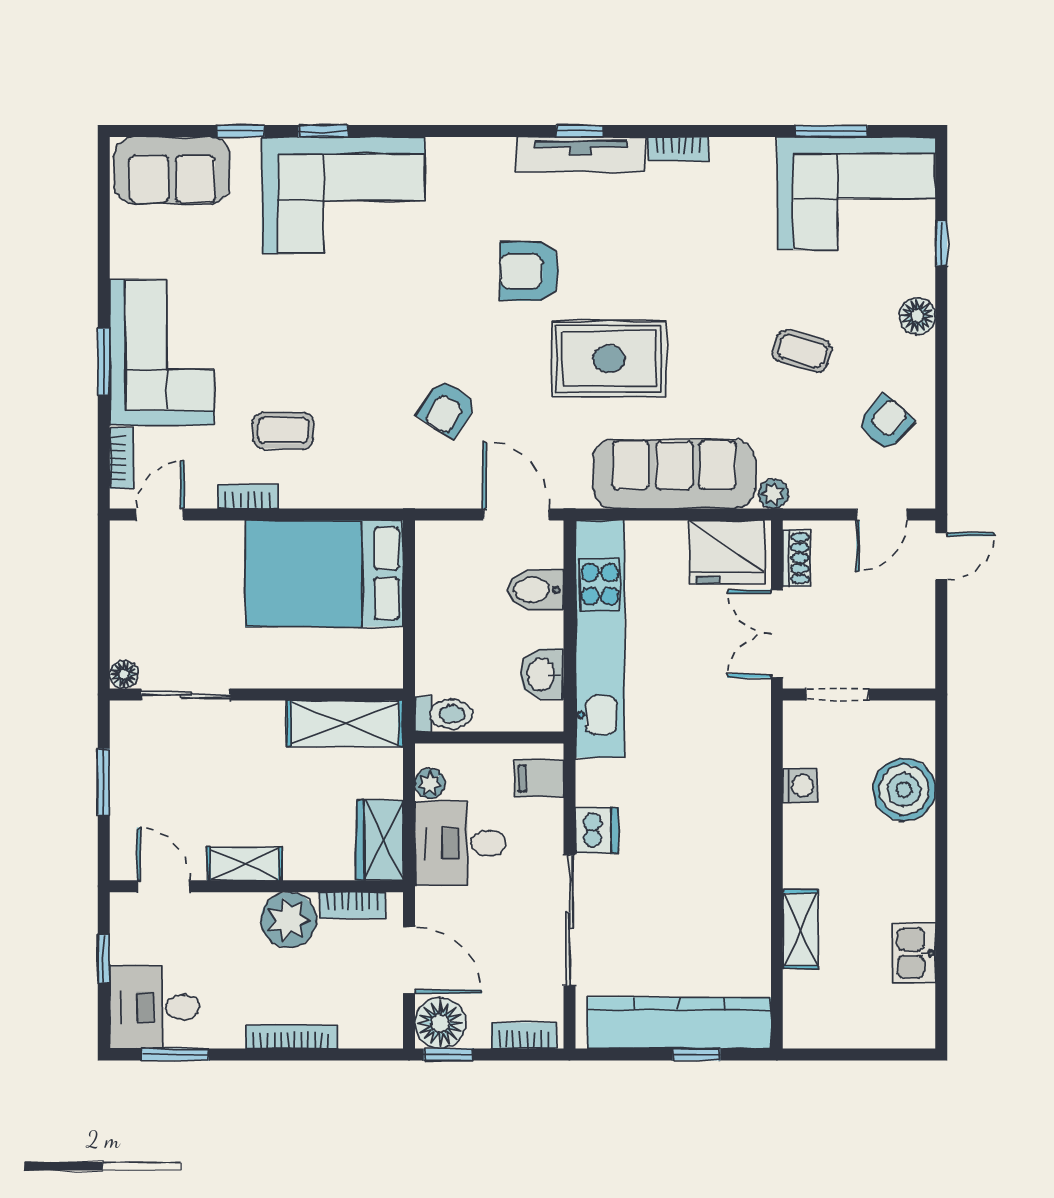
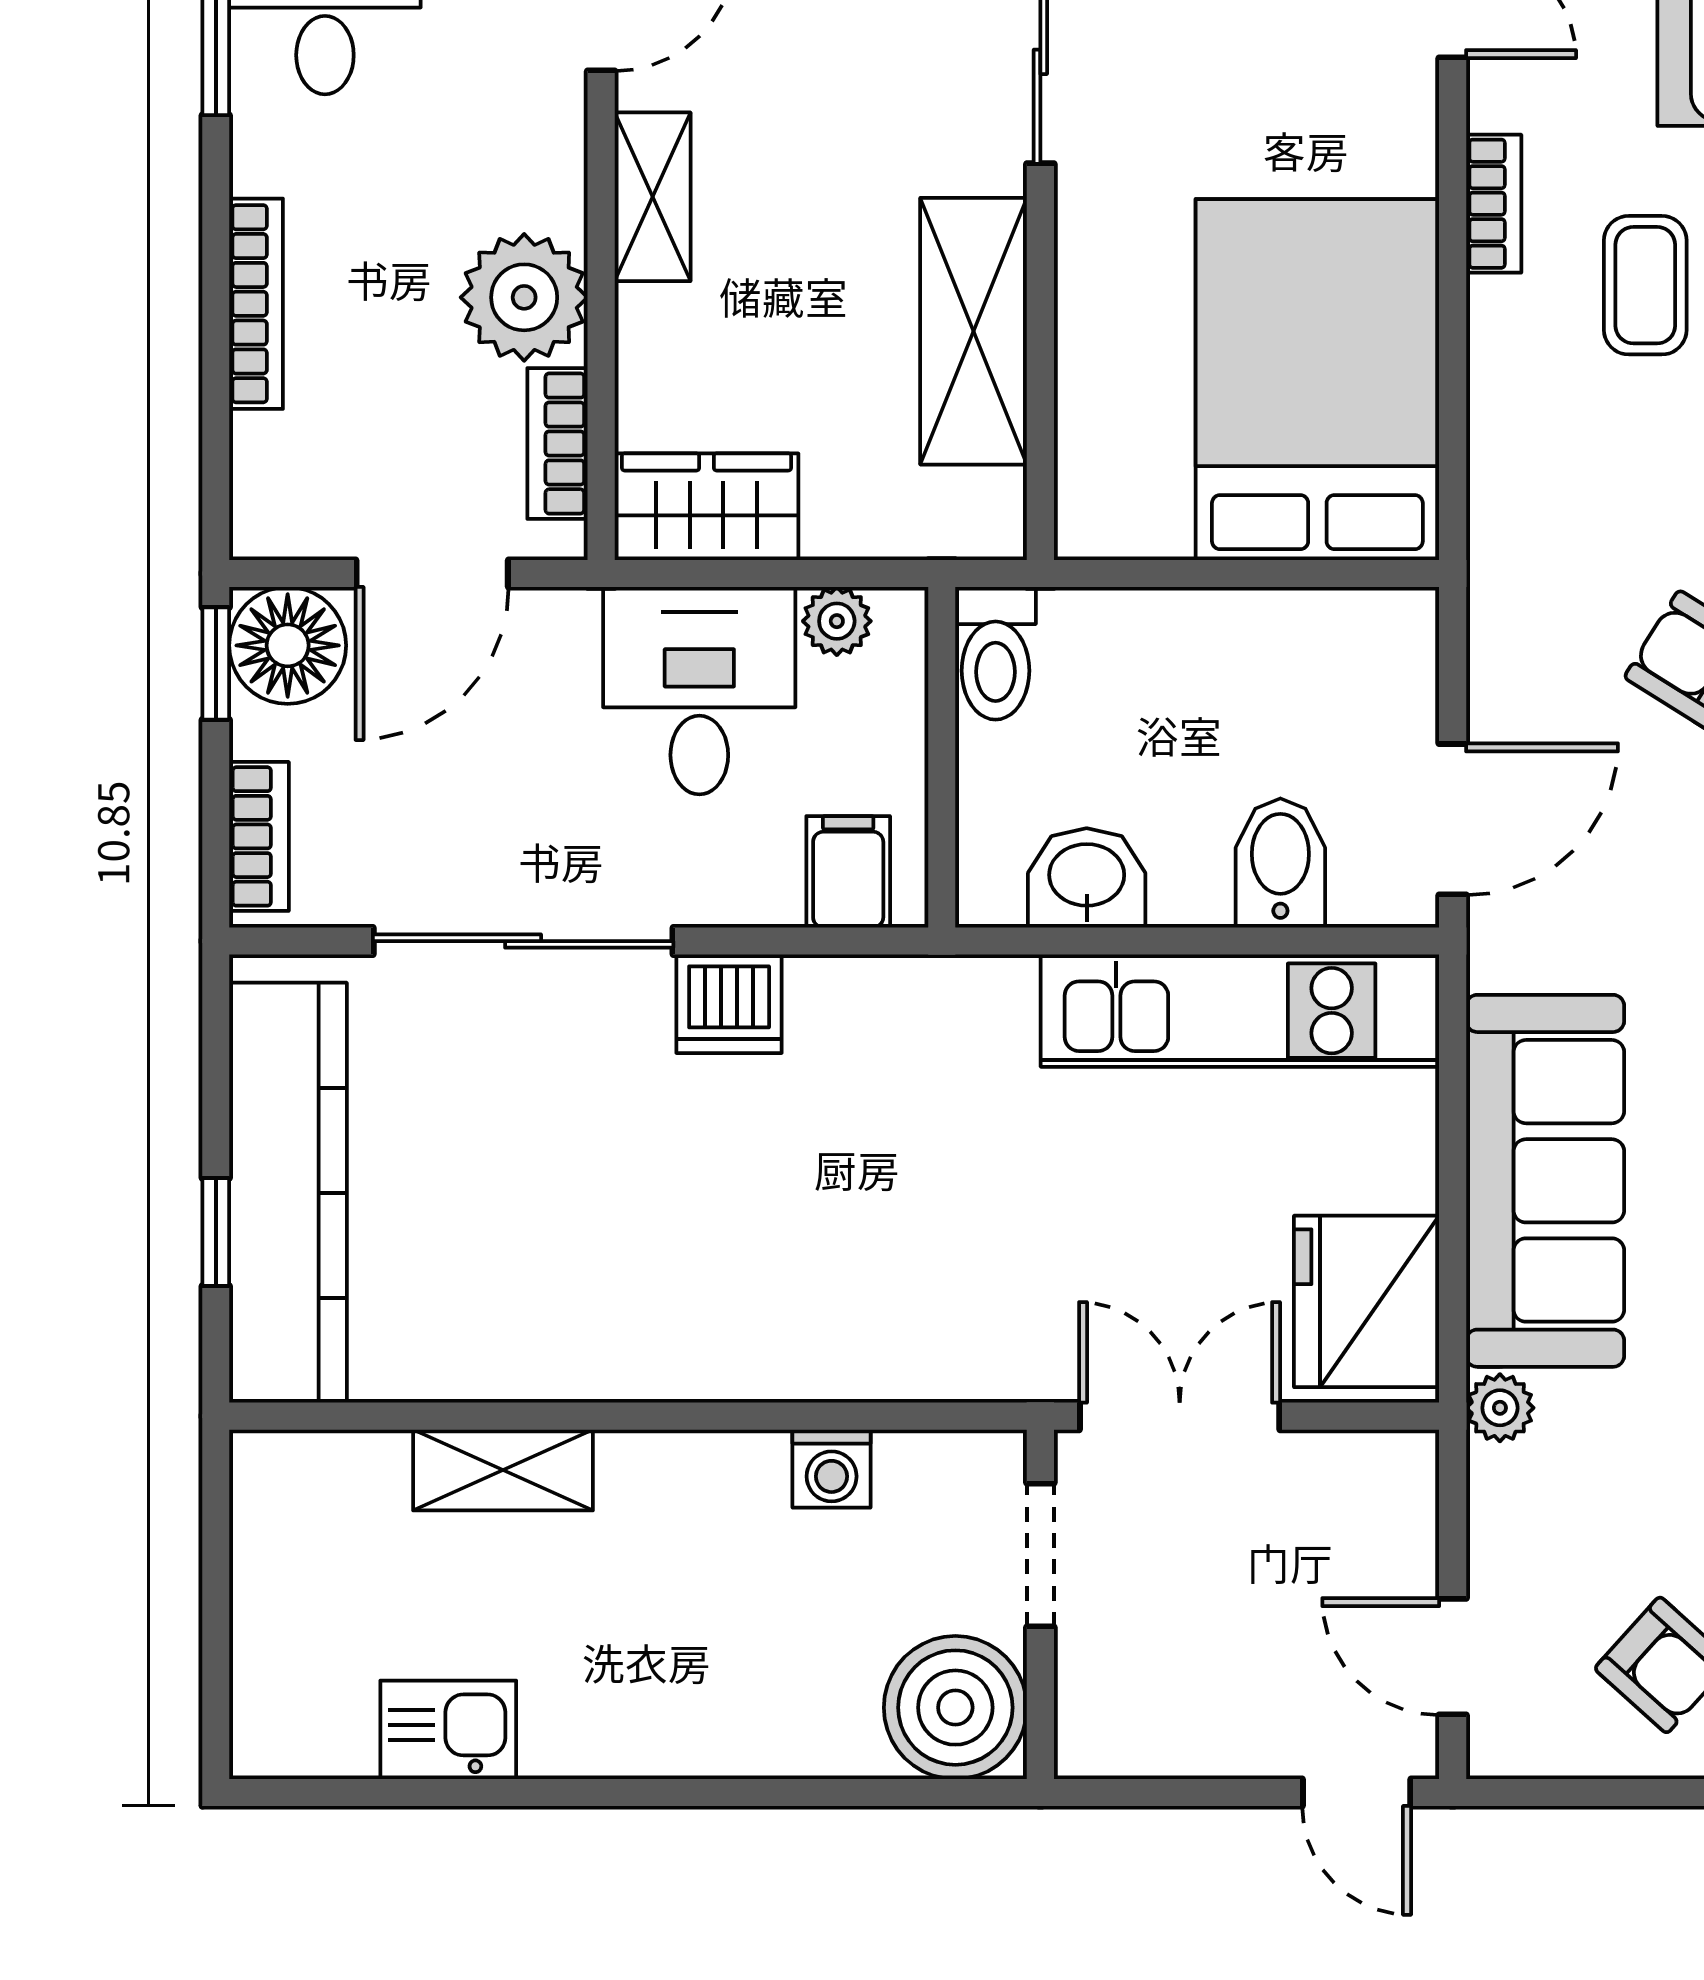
shoe rack: (797, 558) -> (1353, 1461), removed
kitchen unit: (600, 639) -> (1240, 1011), width x0.73
shelving: (345, 724) -> (974, 331), moved
boiler: (904, 790) -> (955, 1708), moved

